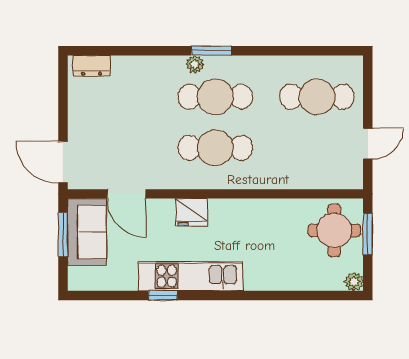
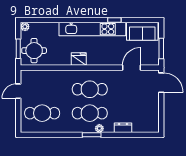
dresser: (92, 66) -> (123, 128), moved
door: (126, 194) -> (131, 68), hinge flipped
fridge: (191, 212) -> (79, 59), moved
sofa: (87, 232) -> (142, 31), moved, turned -90
kitchen unit: (191, 276) -> (92, 29), width x1.36

